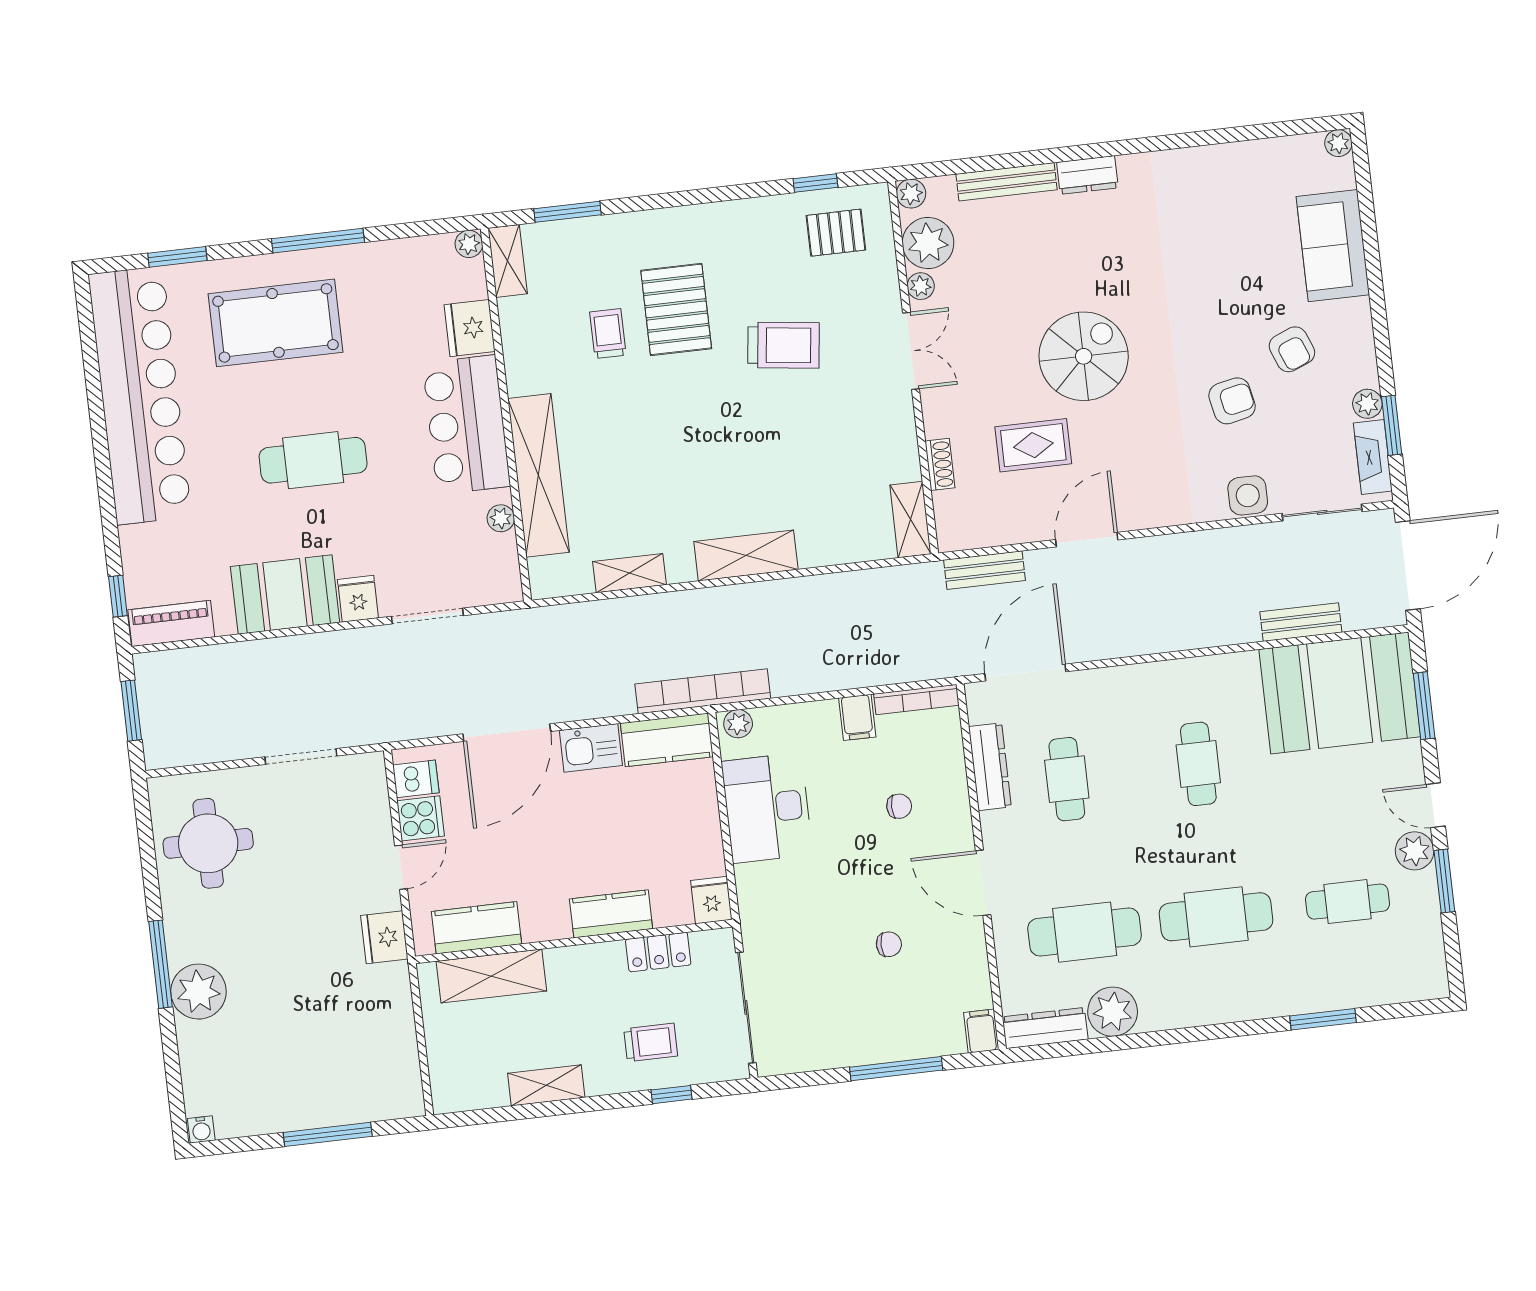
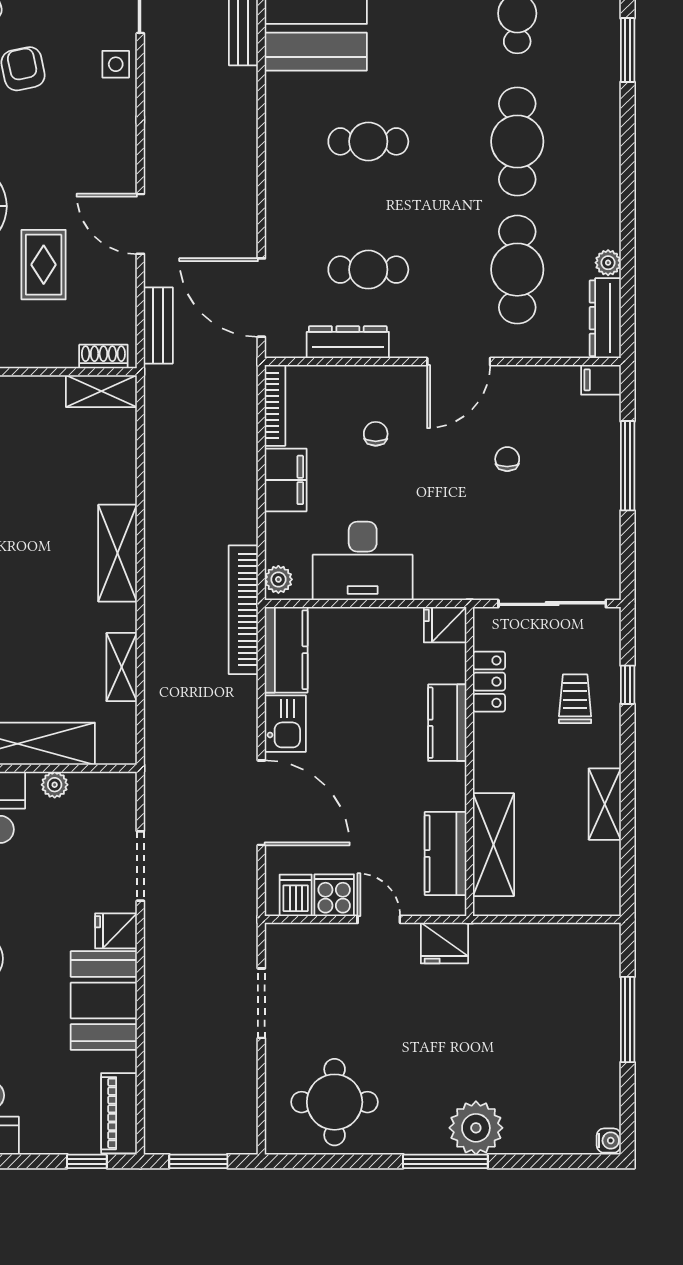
shoe rack: (940, 464) -> (103, 357), moved
side table: (1248, 495) -> (116, 64), width x0.73, depth x0.73
filing cabinet: (857, 717) -> (286, 480), width x2.00
plant: (1113, 1012) -> (608, 263), width x0.53, depth x0.53

